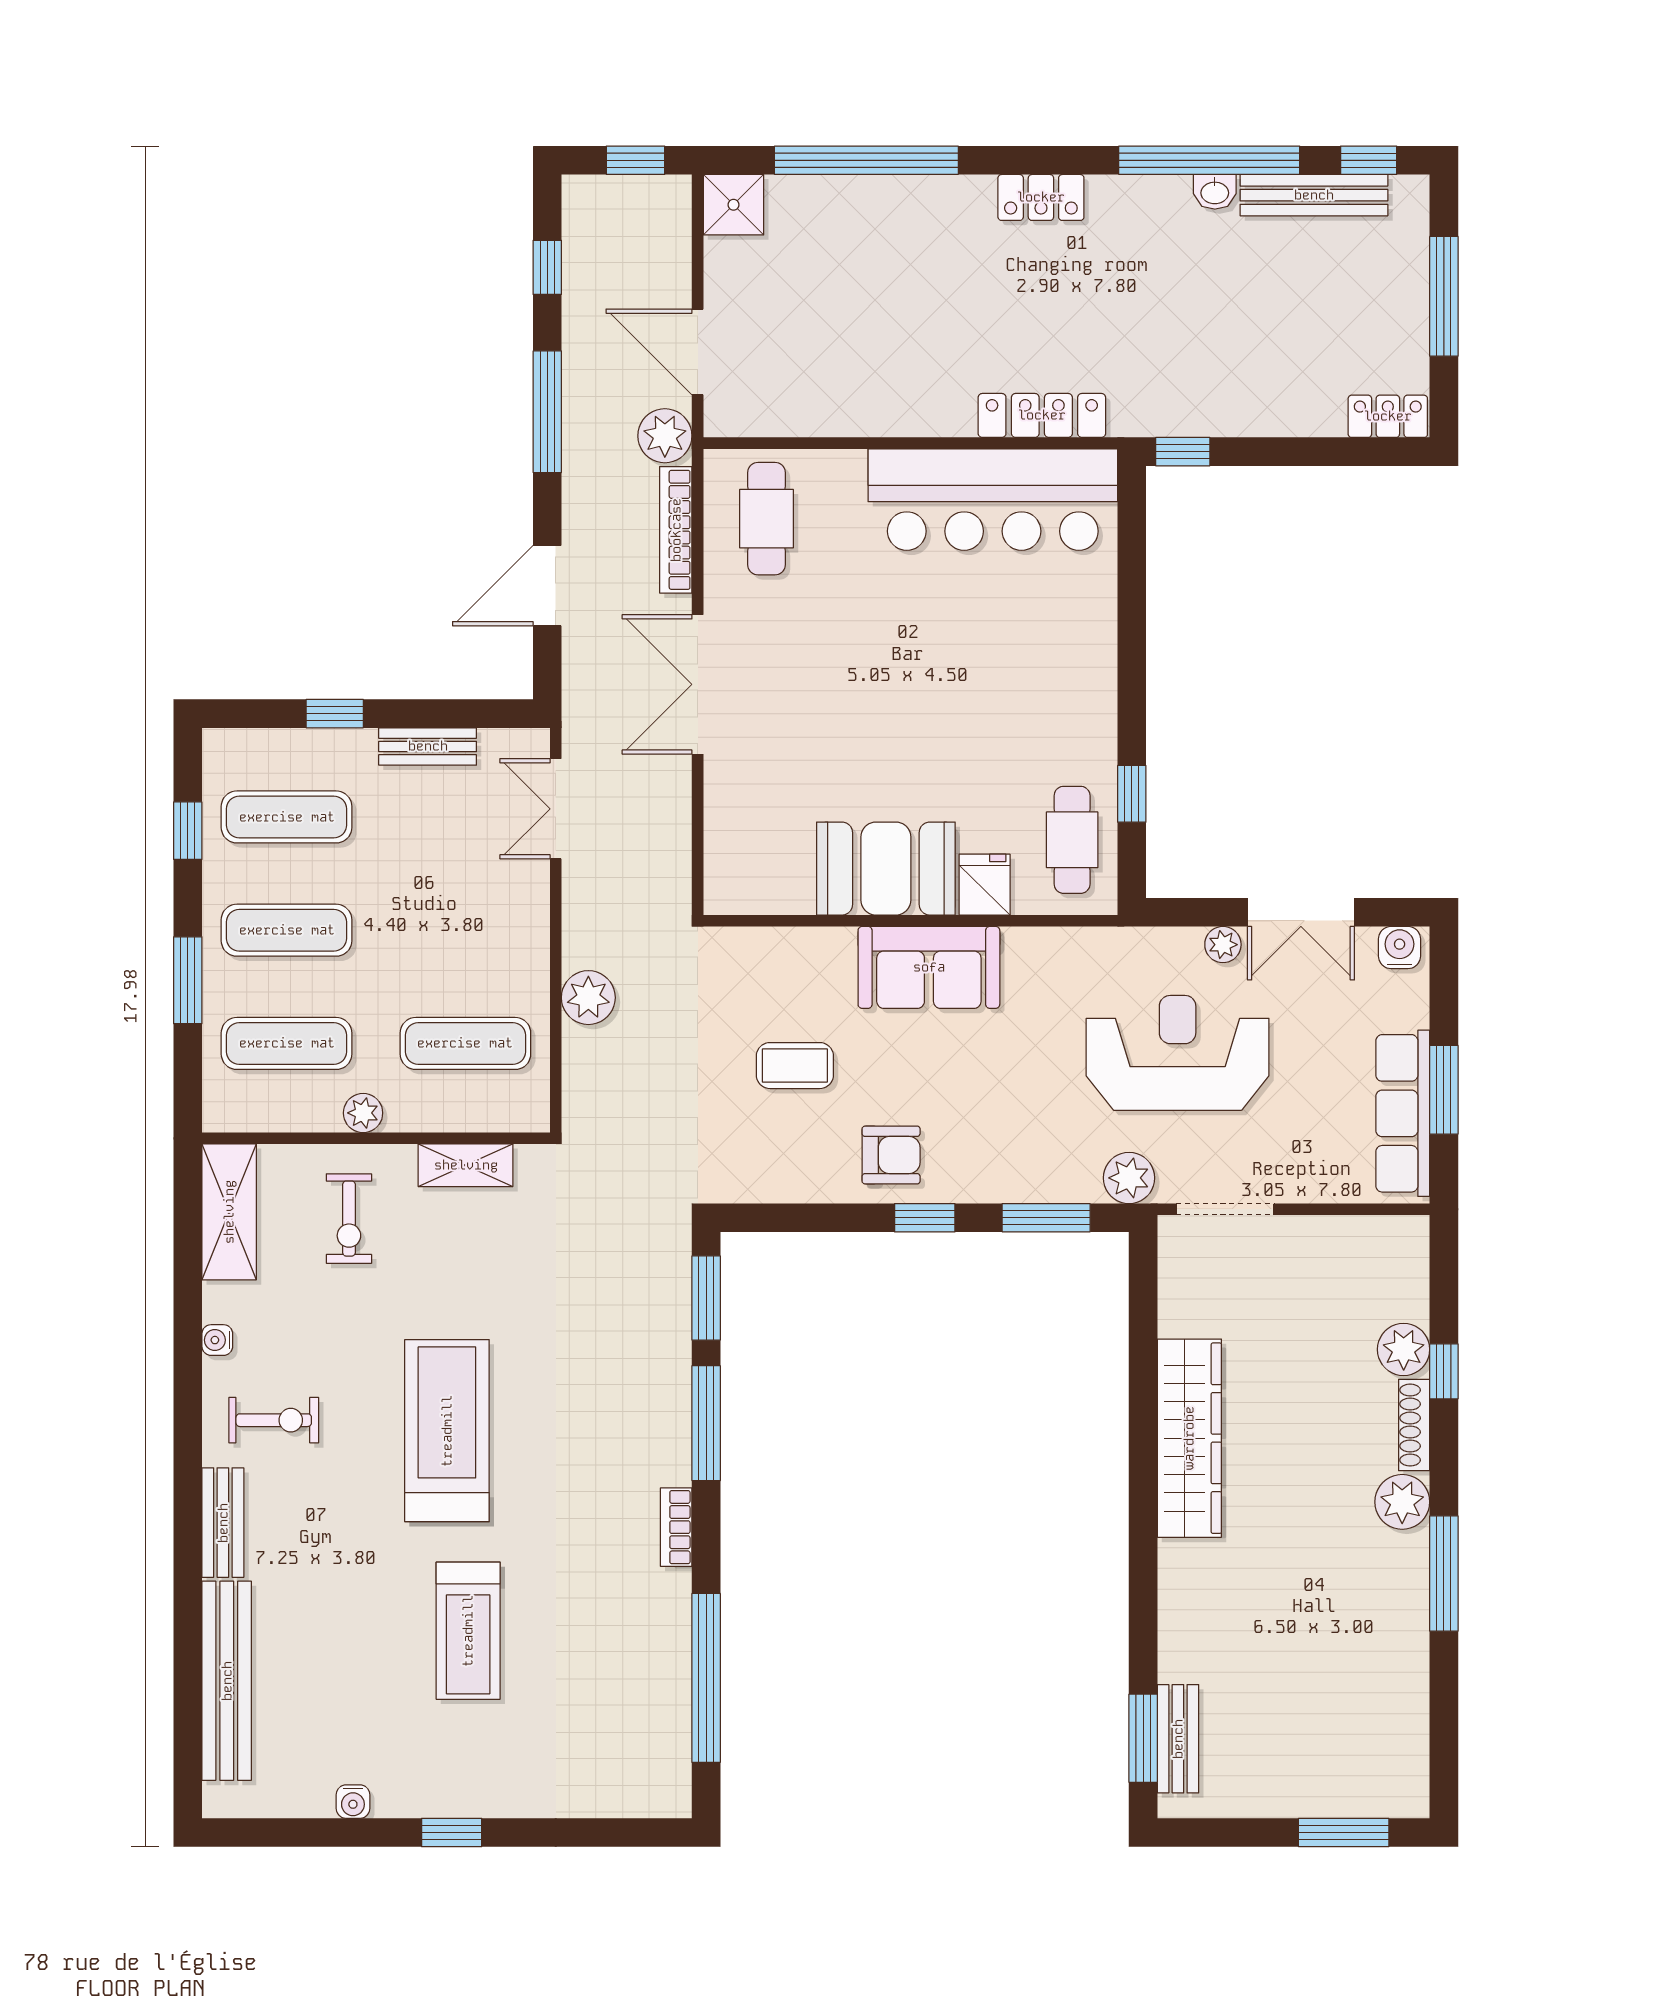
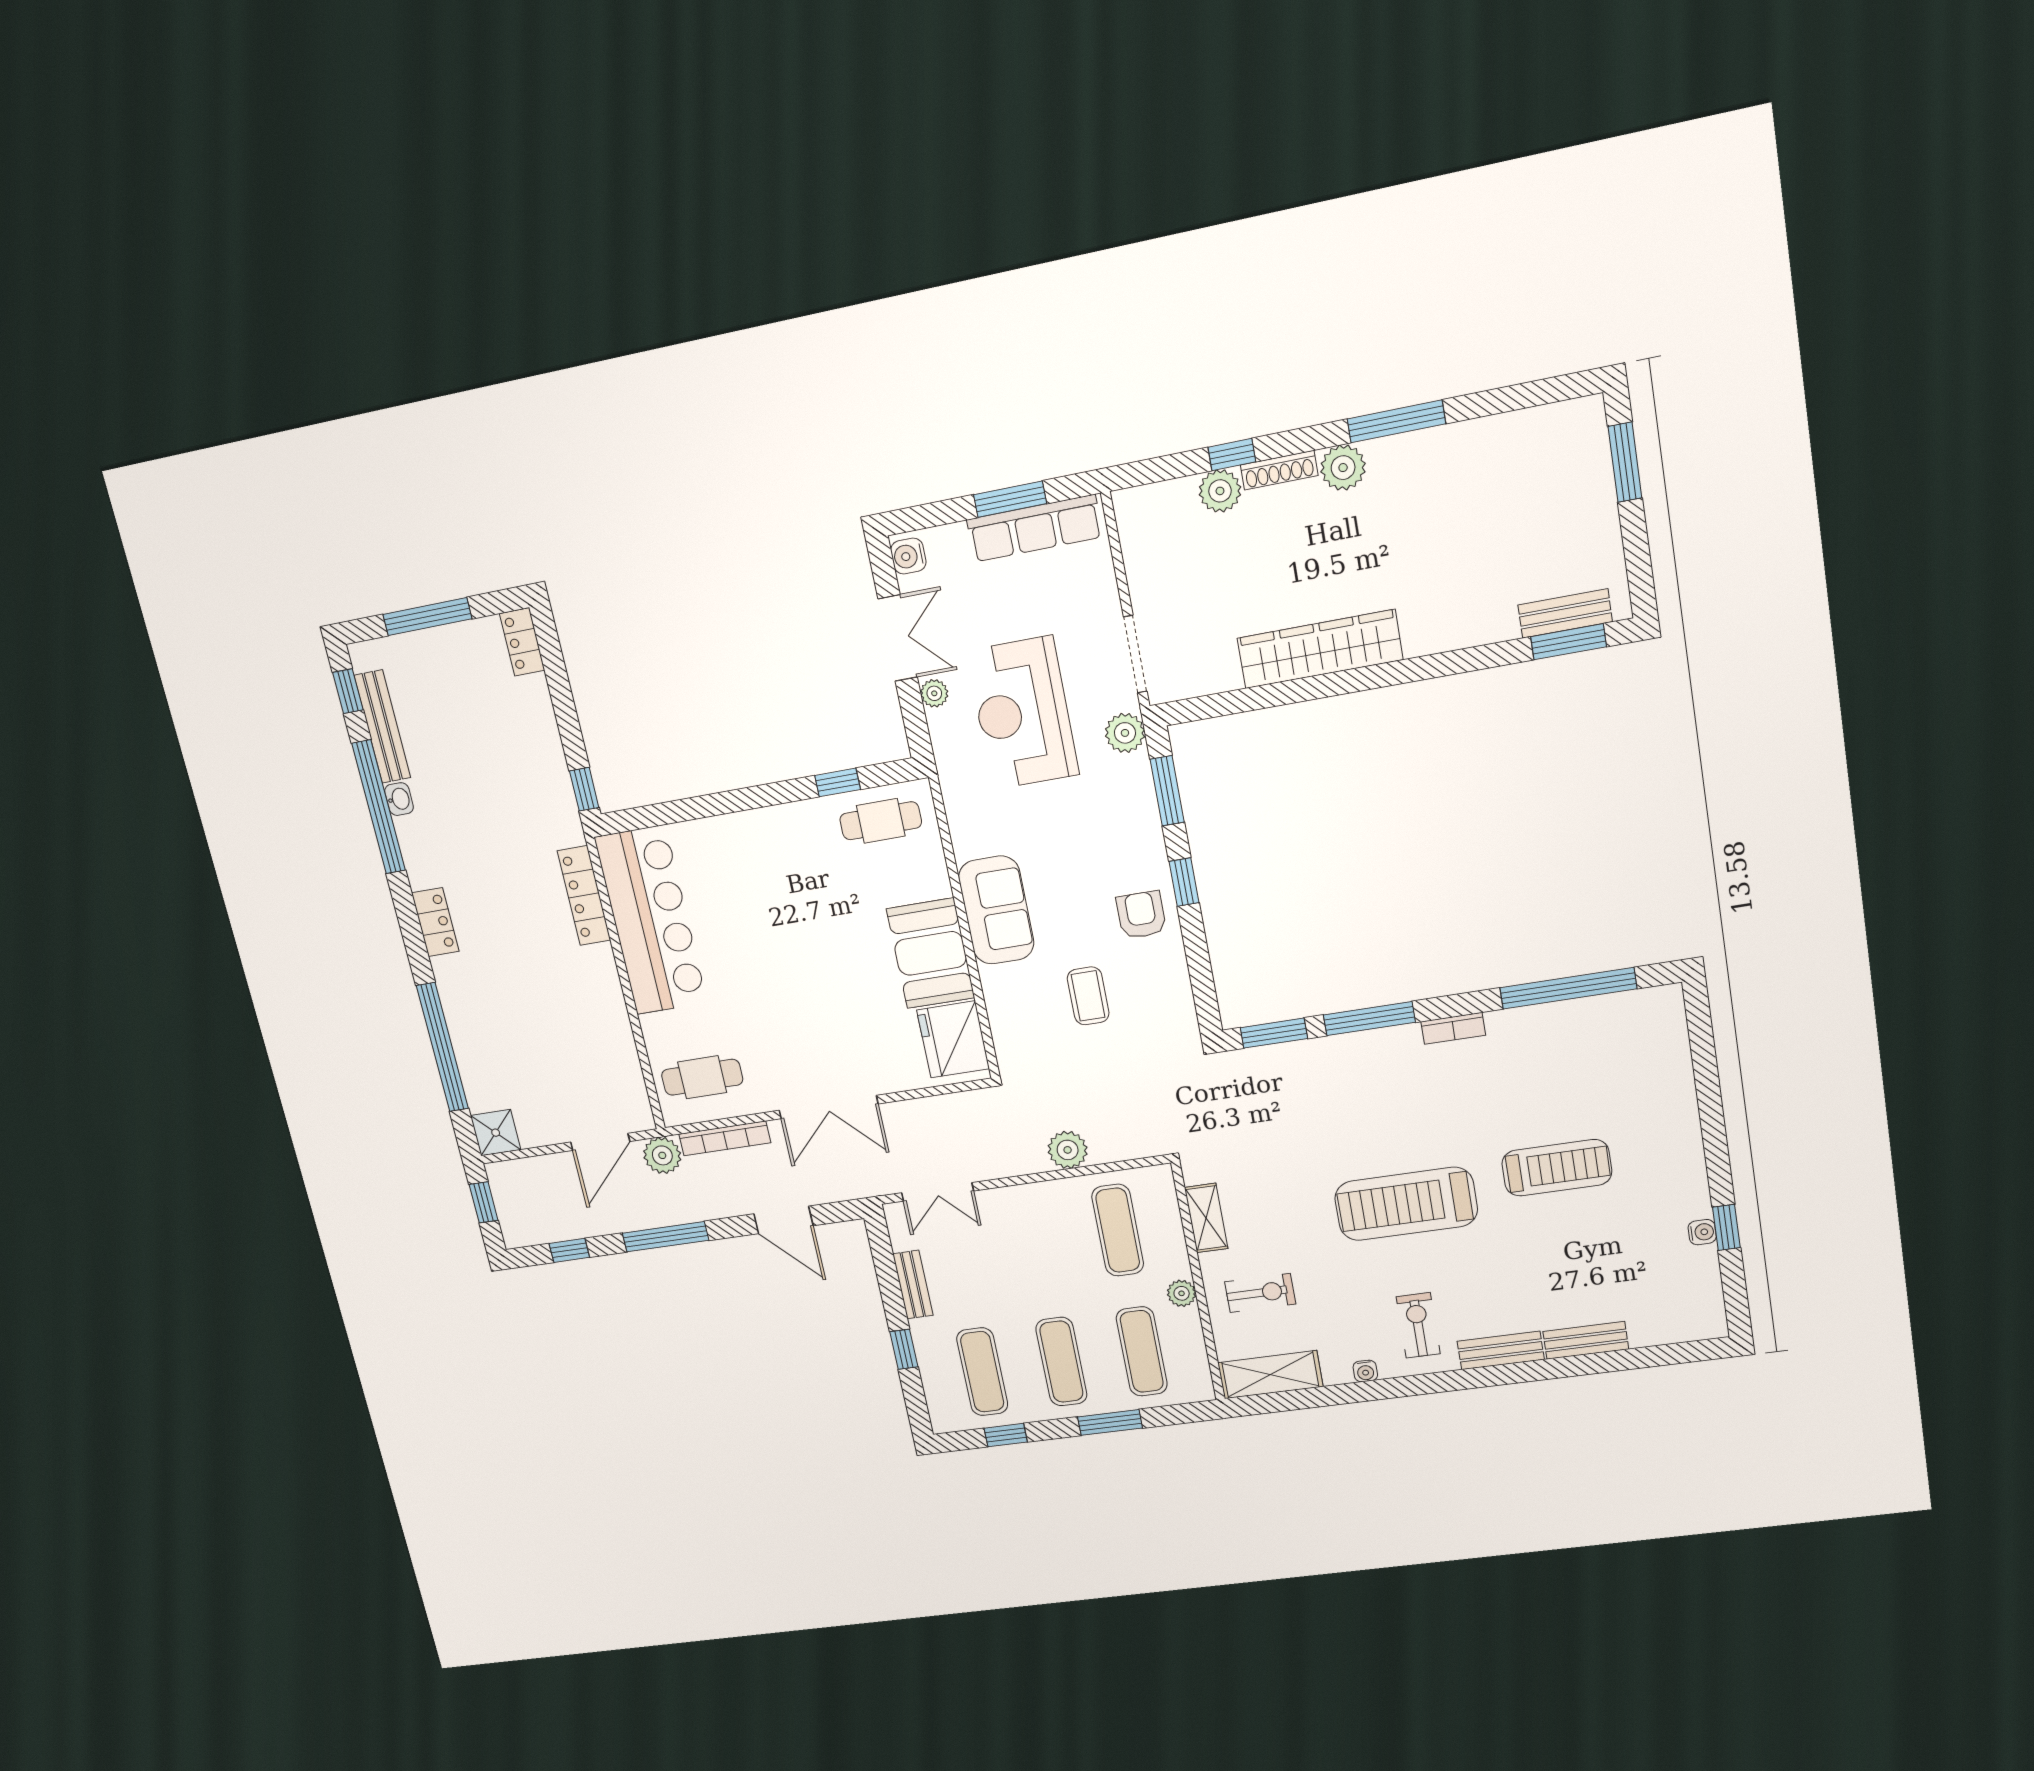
fridge: (985, 885) -> (953, 1039), moved, width x1.88, depth x1.34
bench: (227, 1681) -> (1586, 1340), width x0.54, depth x0.82
window: (452, 1833) -> (1726, 1227), moved

